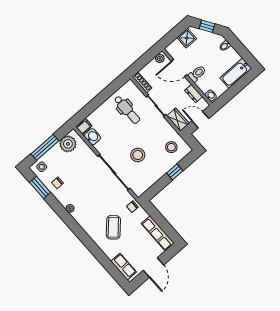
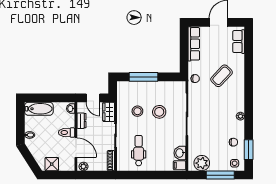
window: (207, 26) -> (30, 160), removed
stool: (171, 147) -> (137, 111), moved
window: (175, 172) -> (143, 77), width x2.17

